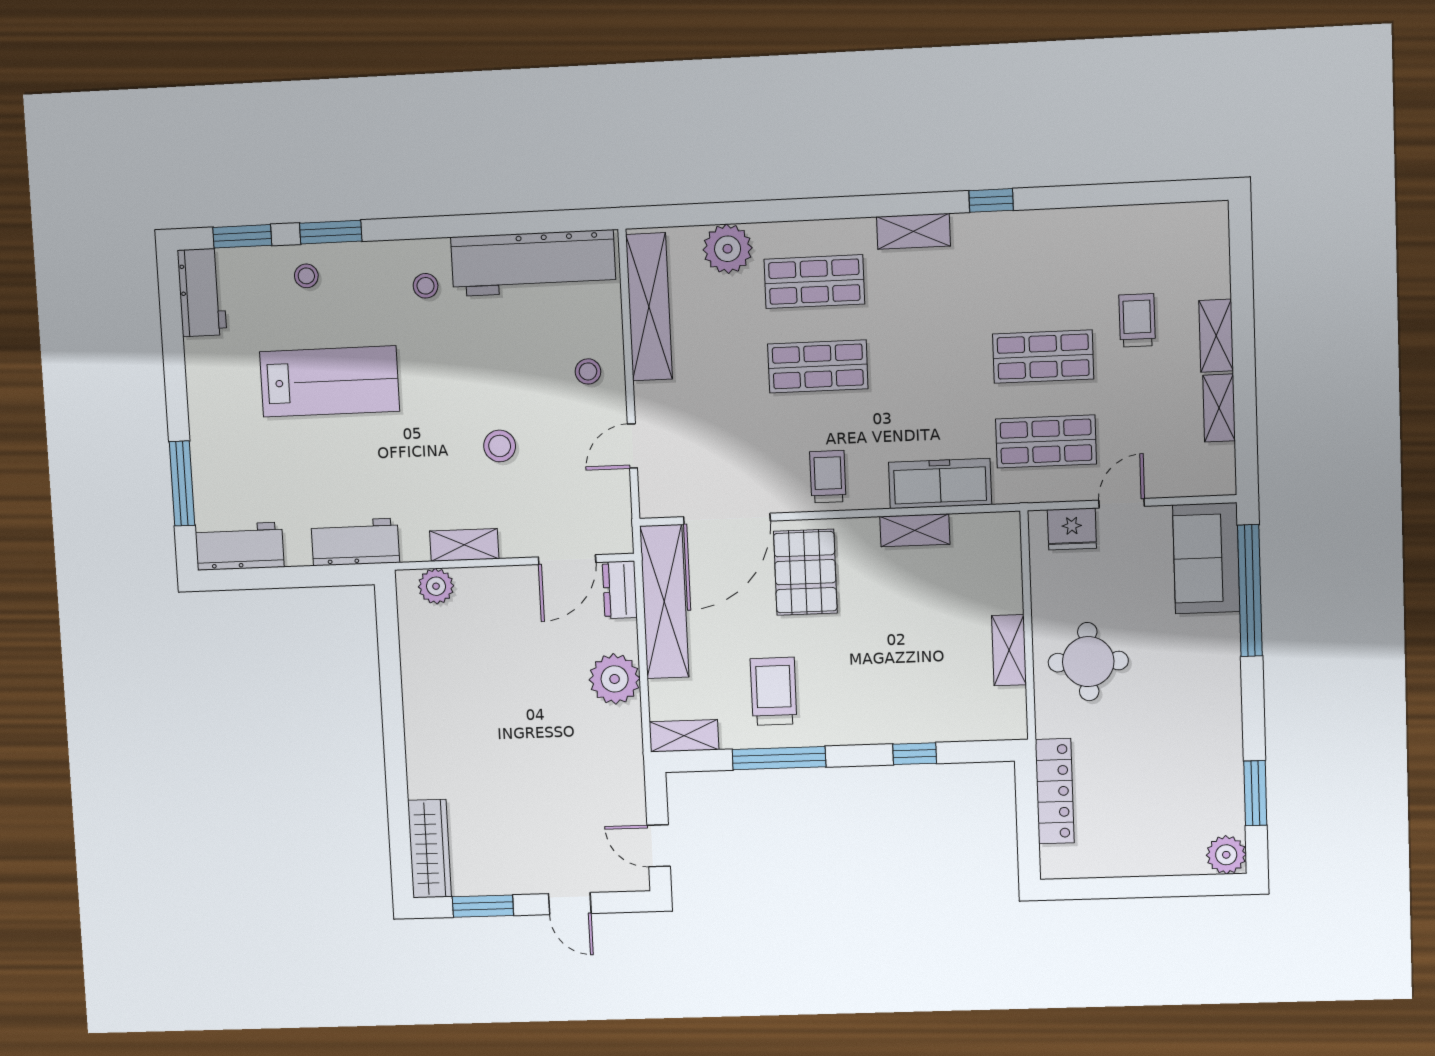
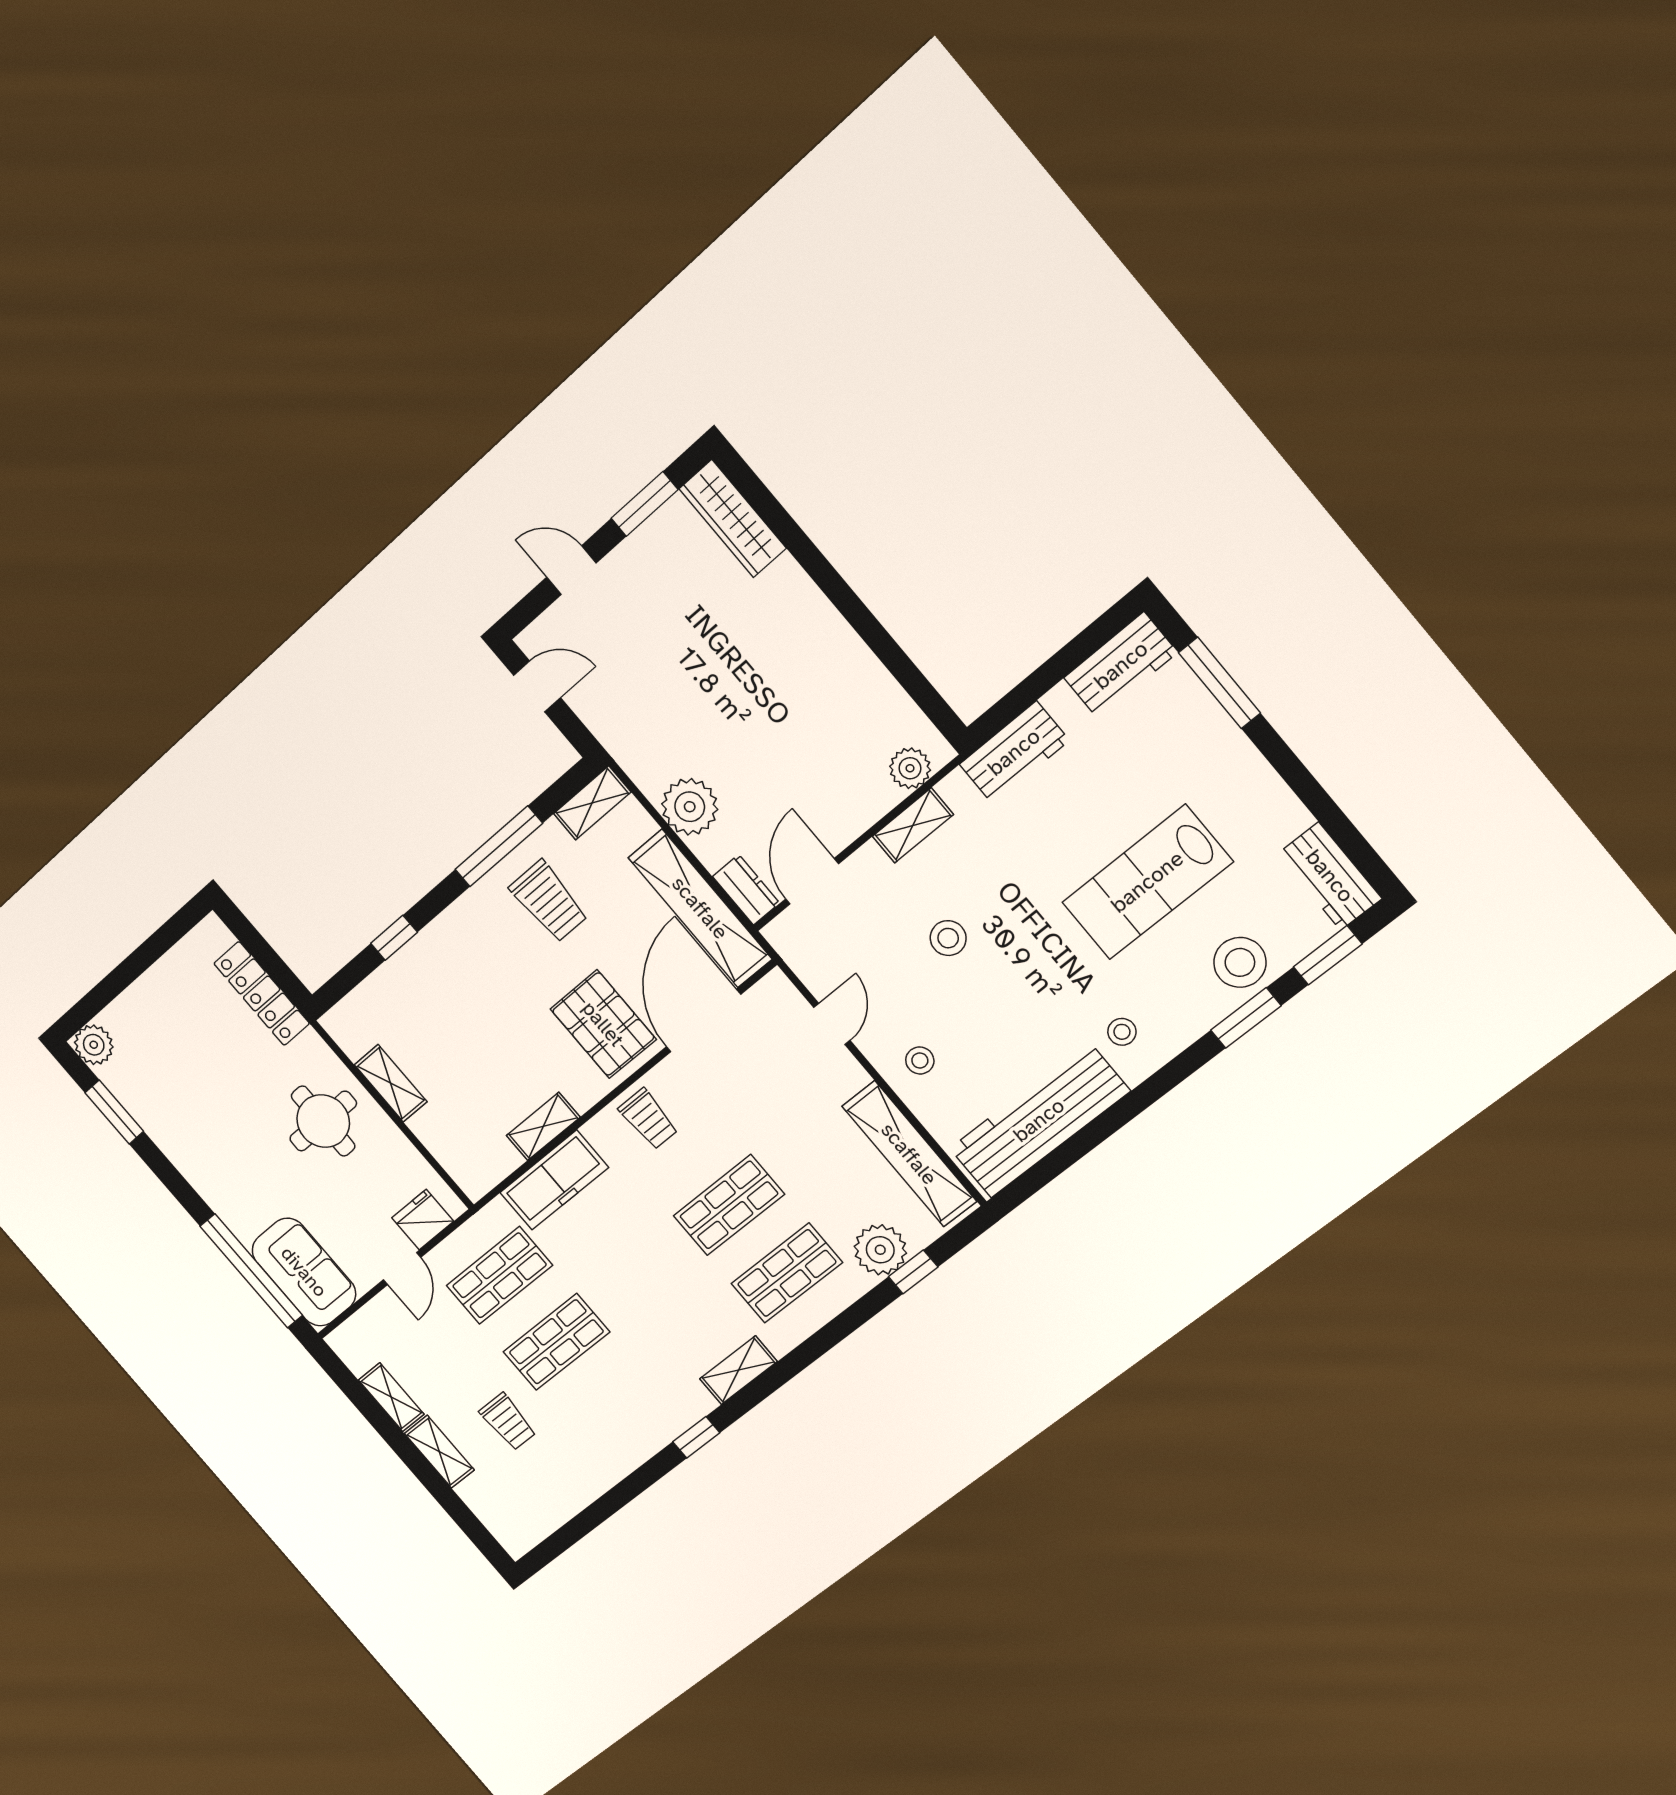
window: (715, 214) -> (913, 1272), added
stool: (306, 276) -> (1240, 962), width x1.89, depth x1.89

